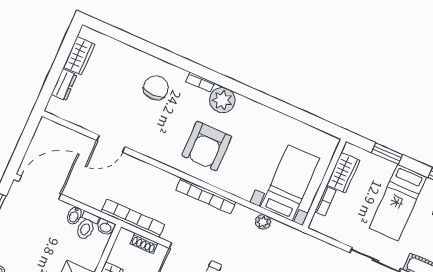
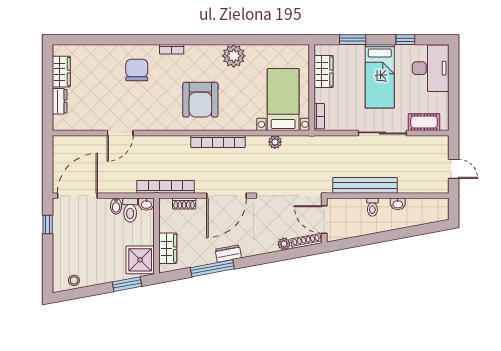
plant: (222, 100) -> (234, 56), moved
bookcase: (325, 201) -> (319, 116), moved

